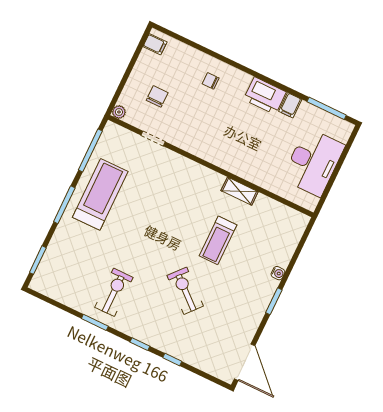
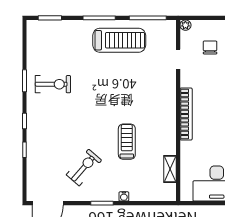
chair: (157, 96) -> (210, 47), turned -90
bookcase: (219, 159) -> (186, 114), added
shelving: (240, 191) -> (170, 169), moved
treadmill: (218, 240) -> (127, 142), turned 90
exercise bike: (185, 291) -> (84, 167), moved

